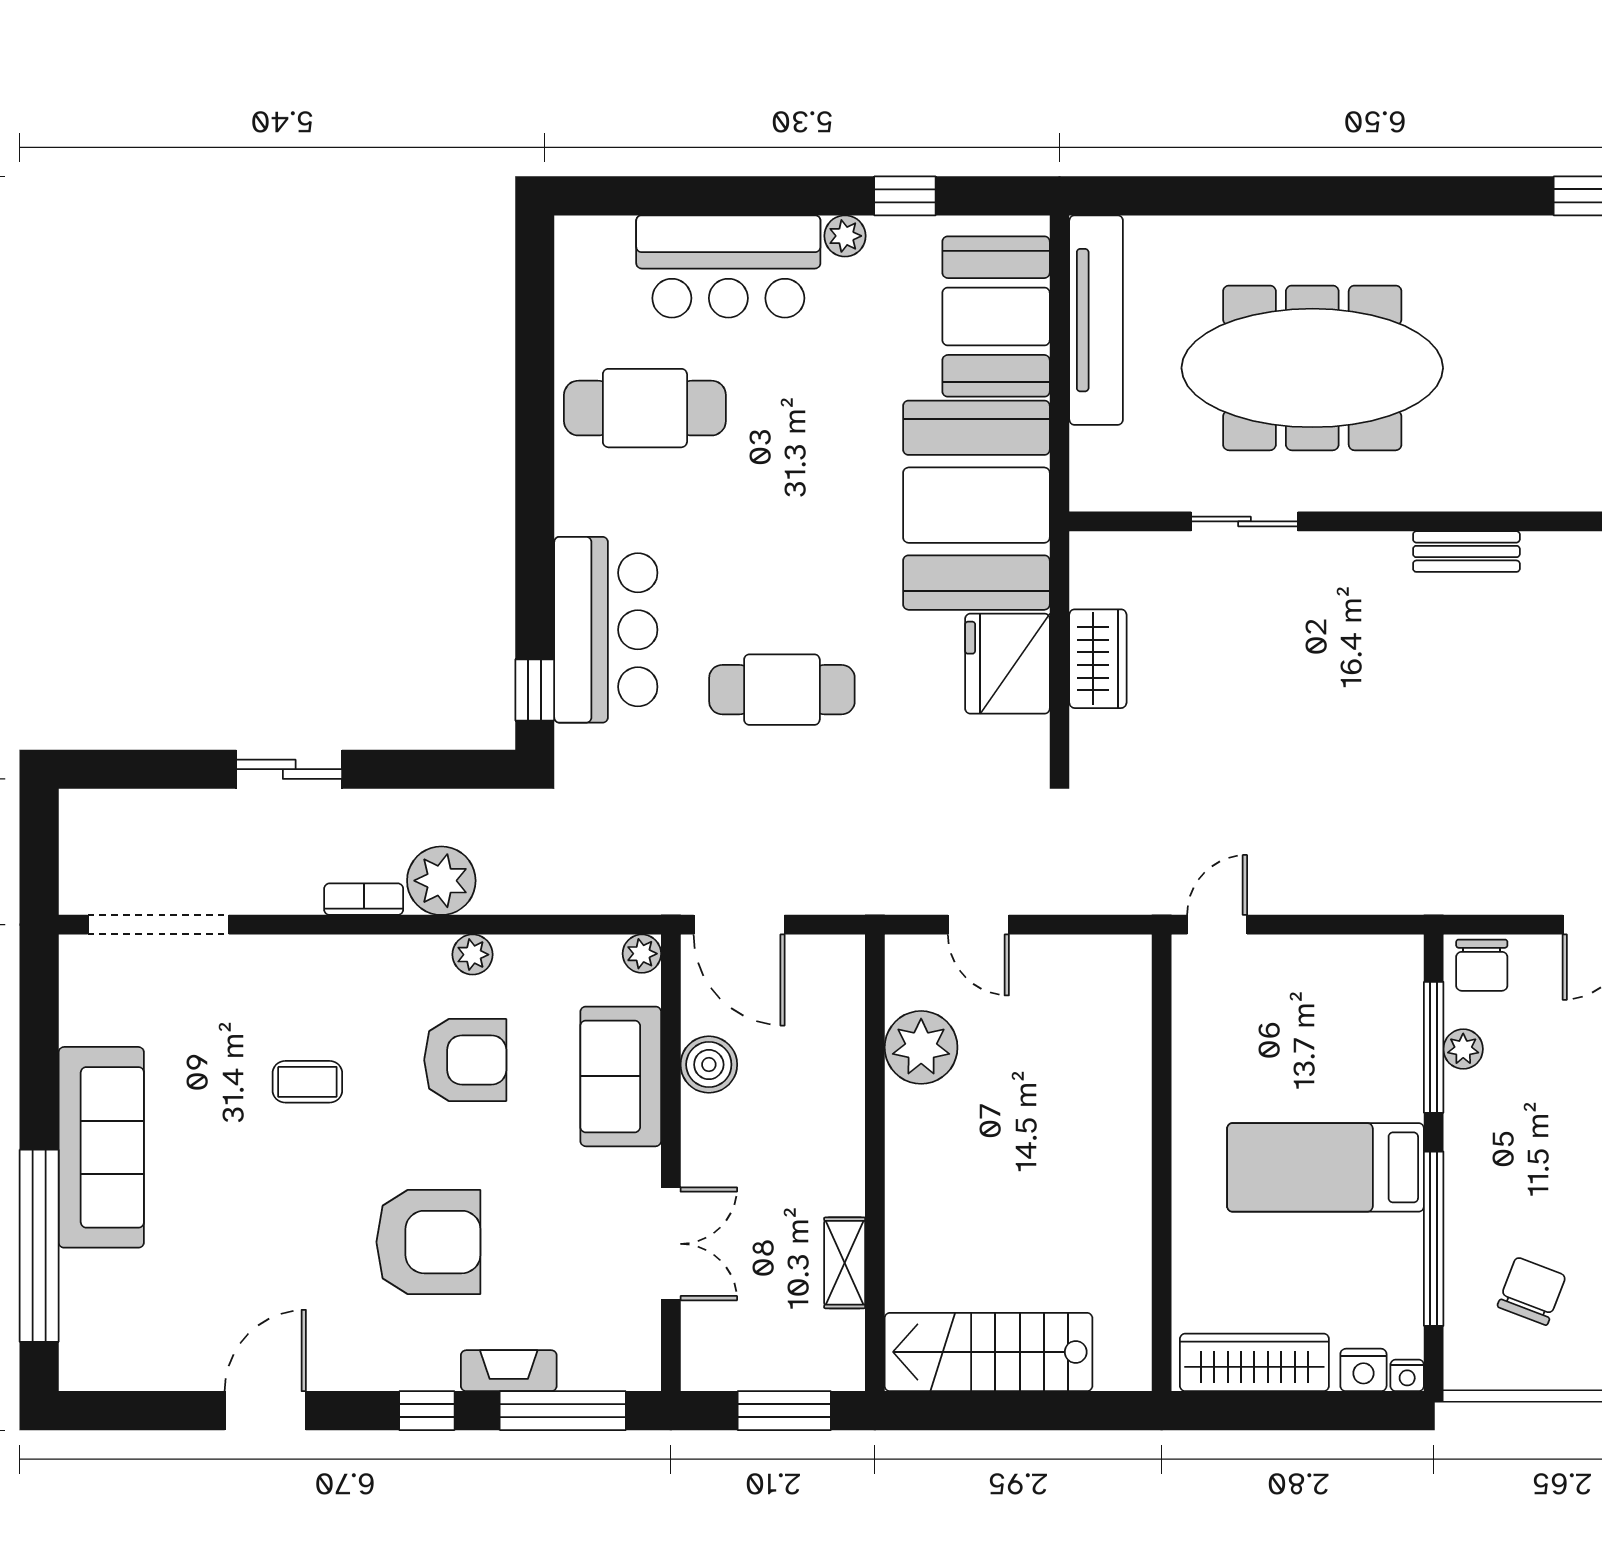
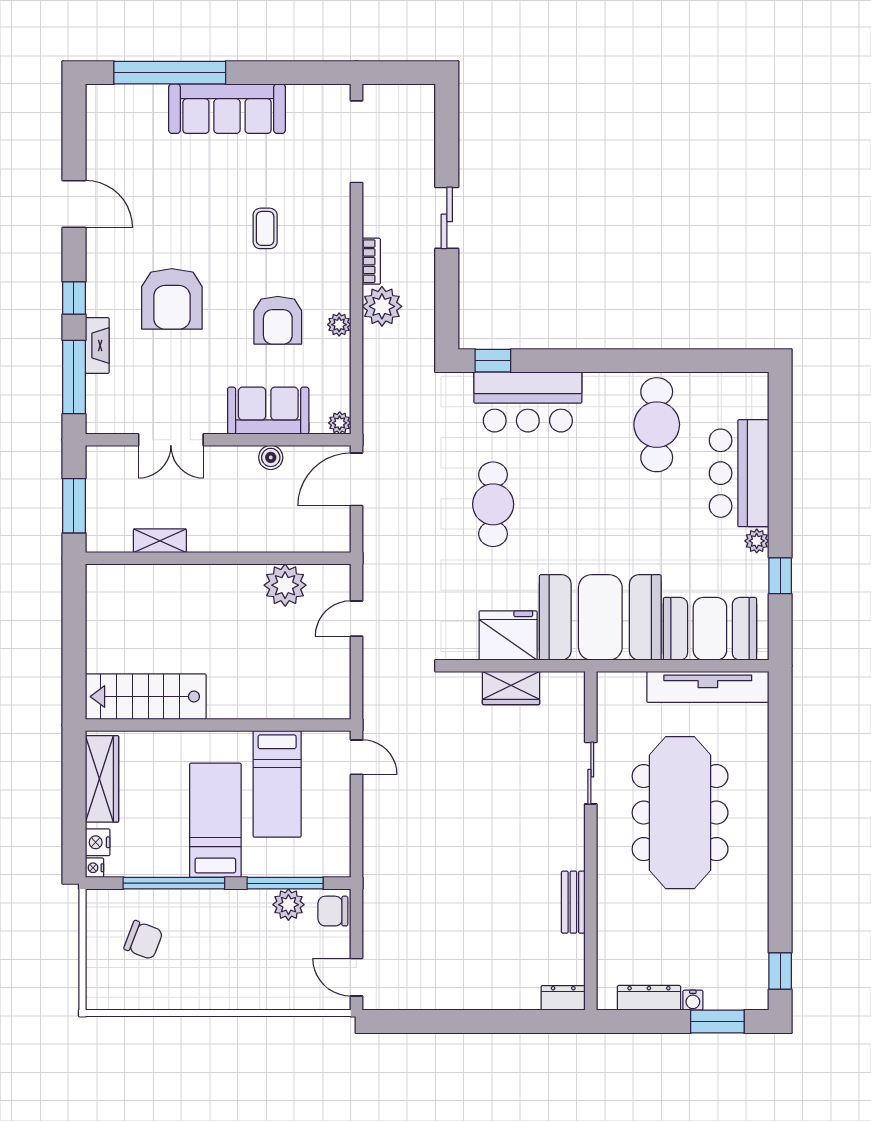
plant: (1463, 1049) -> (288, 905), width x1.38, depth x1.38
bed: (1263, 1061) -> (277, 784), added
boiler: (709, 1065) -> (271, 457), width x0.73, depth x0.73
stairs: (988, 1352) -> (146, 697), moved, turned -90

